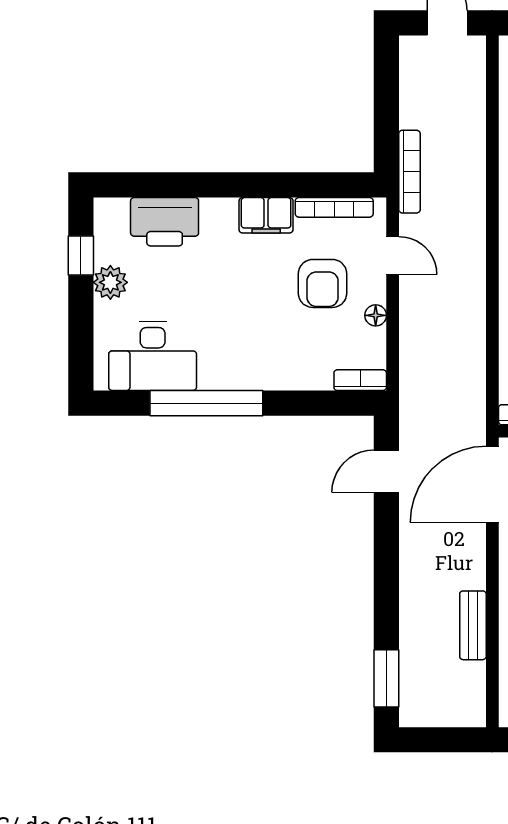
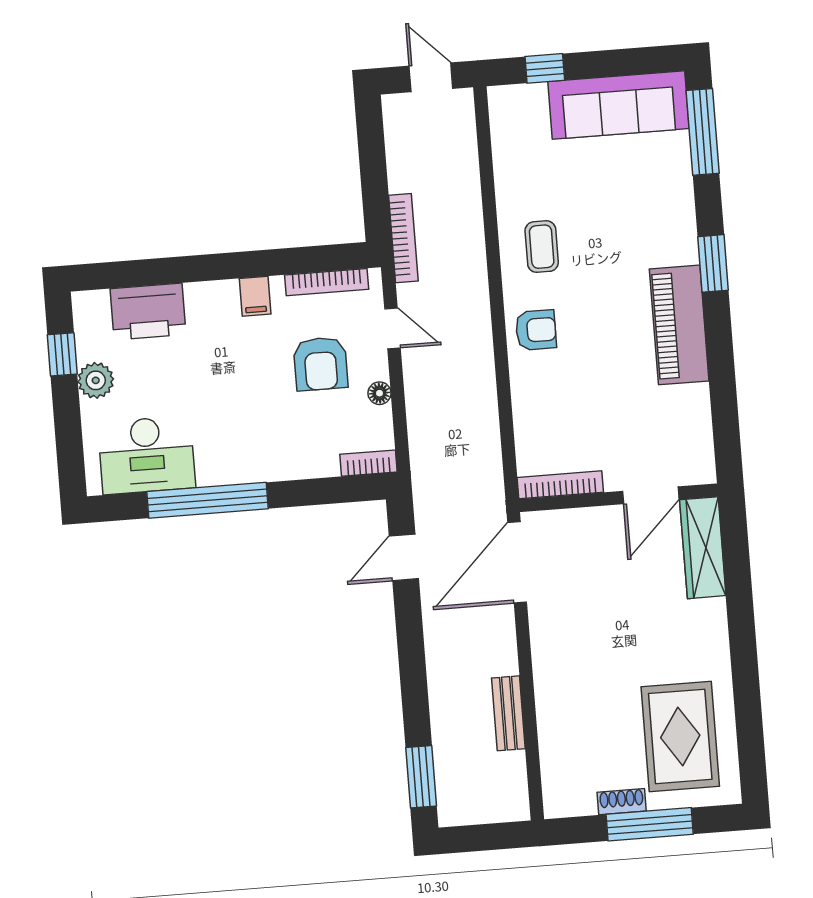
filing cabinet: (266, 215) -> (255, 296), width x0.50

